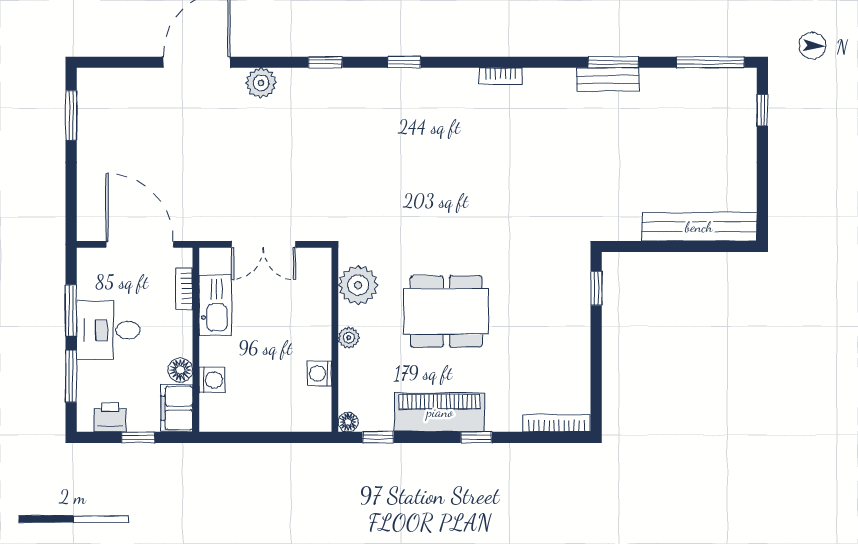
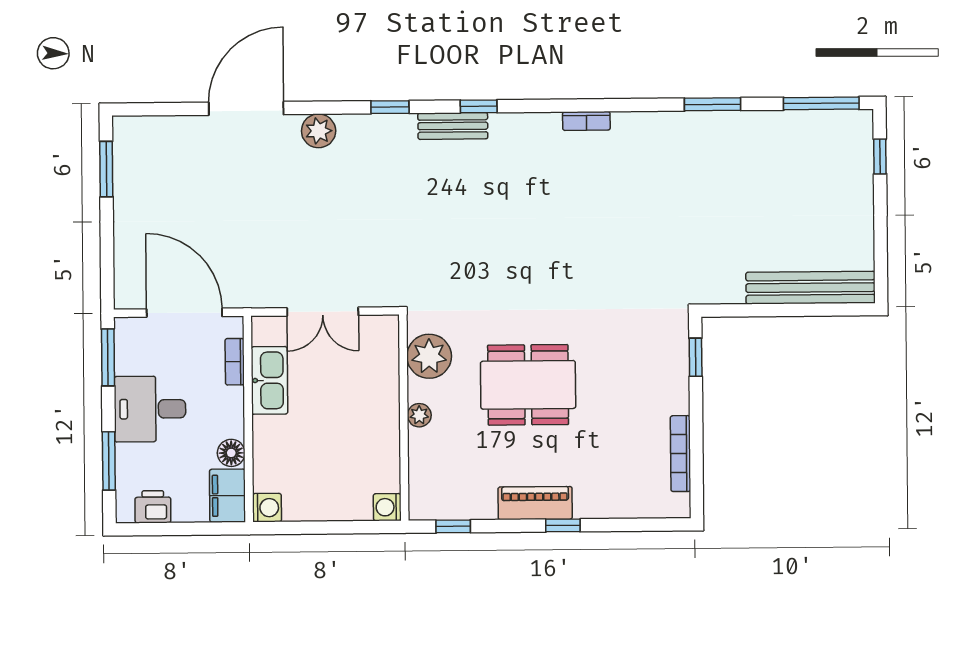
bench: (608, 80) -> (453, 126), moved
window: (71, 310) -> (108, 357), moved
washing machine: (319, 373) -> (387, 507), moved
washing machine: (212, 380) -> (267, 508), moved
piano: (440, 412) -> (535, 503), width x0.73, depth x0.75
floor lamp: (348, 422) -> (419, 510), removed
bookcase: (557, 423) -> (681, 454), moved, turned -90
window: (138, 437) -> (185, 529), removed

